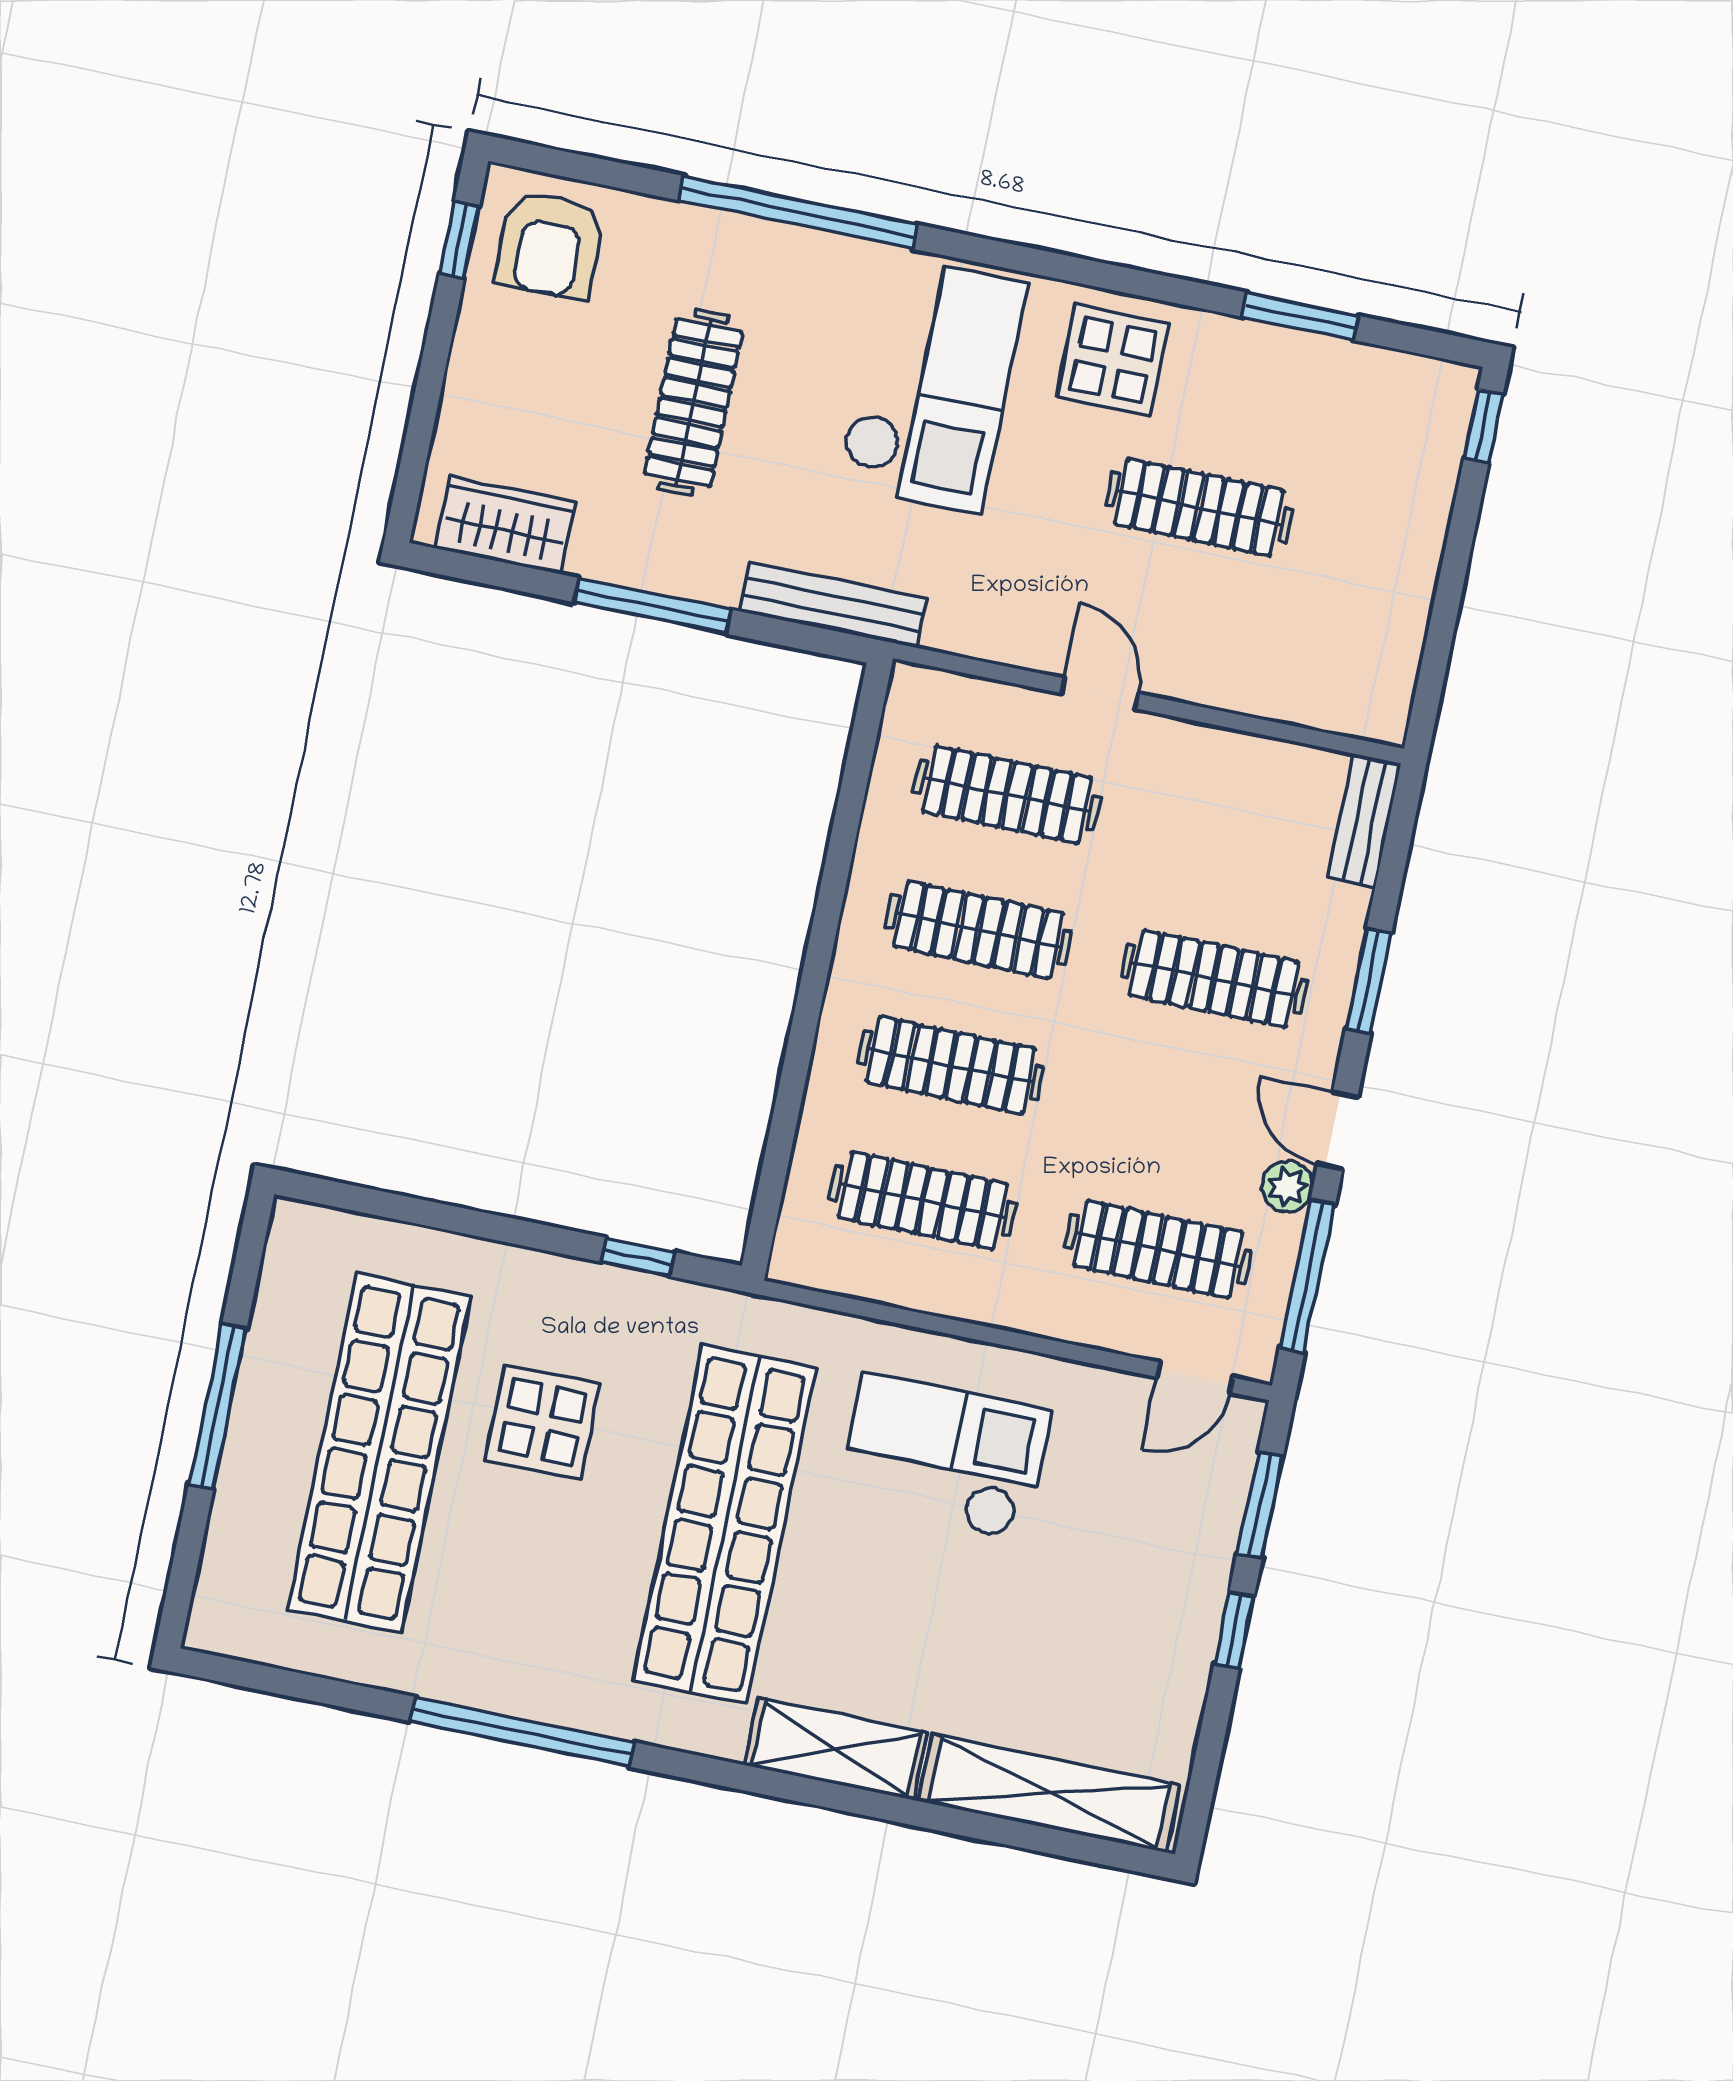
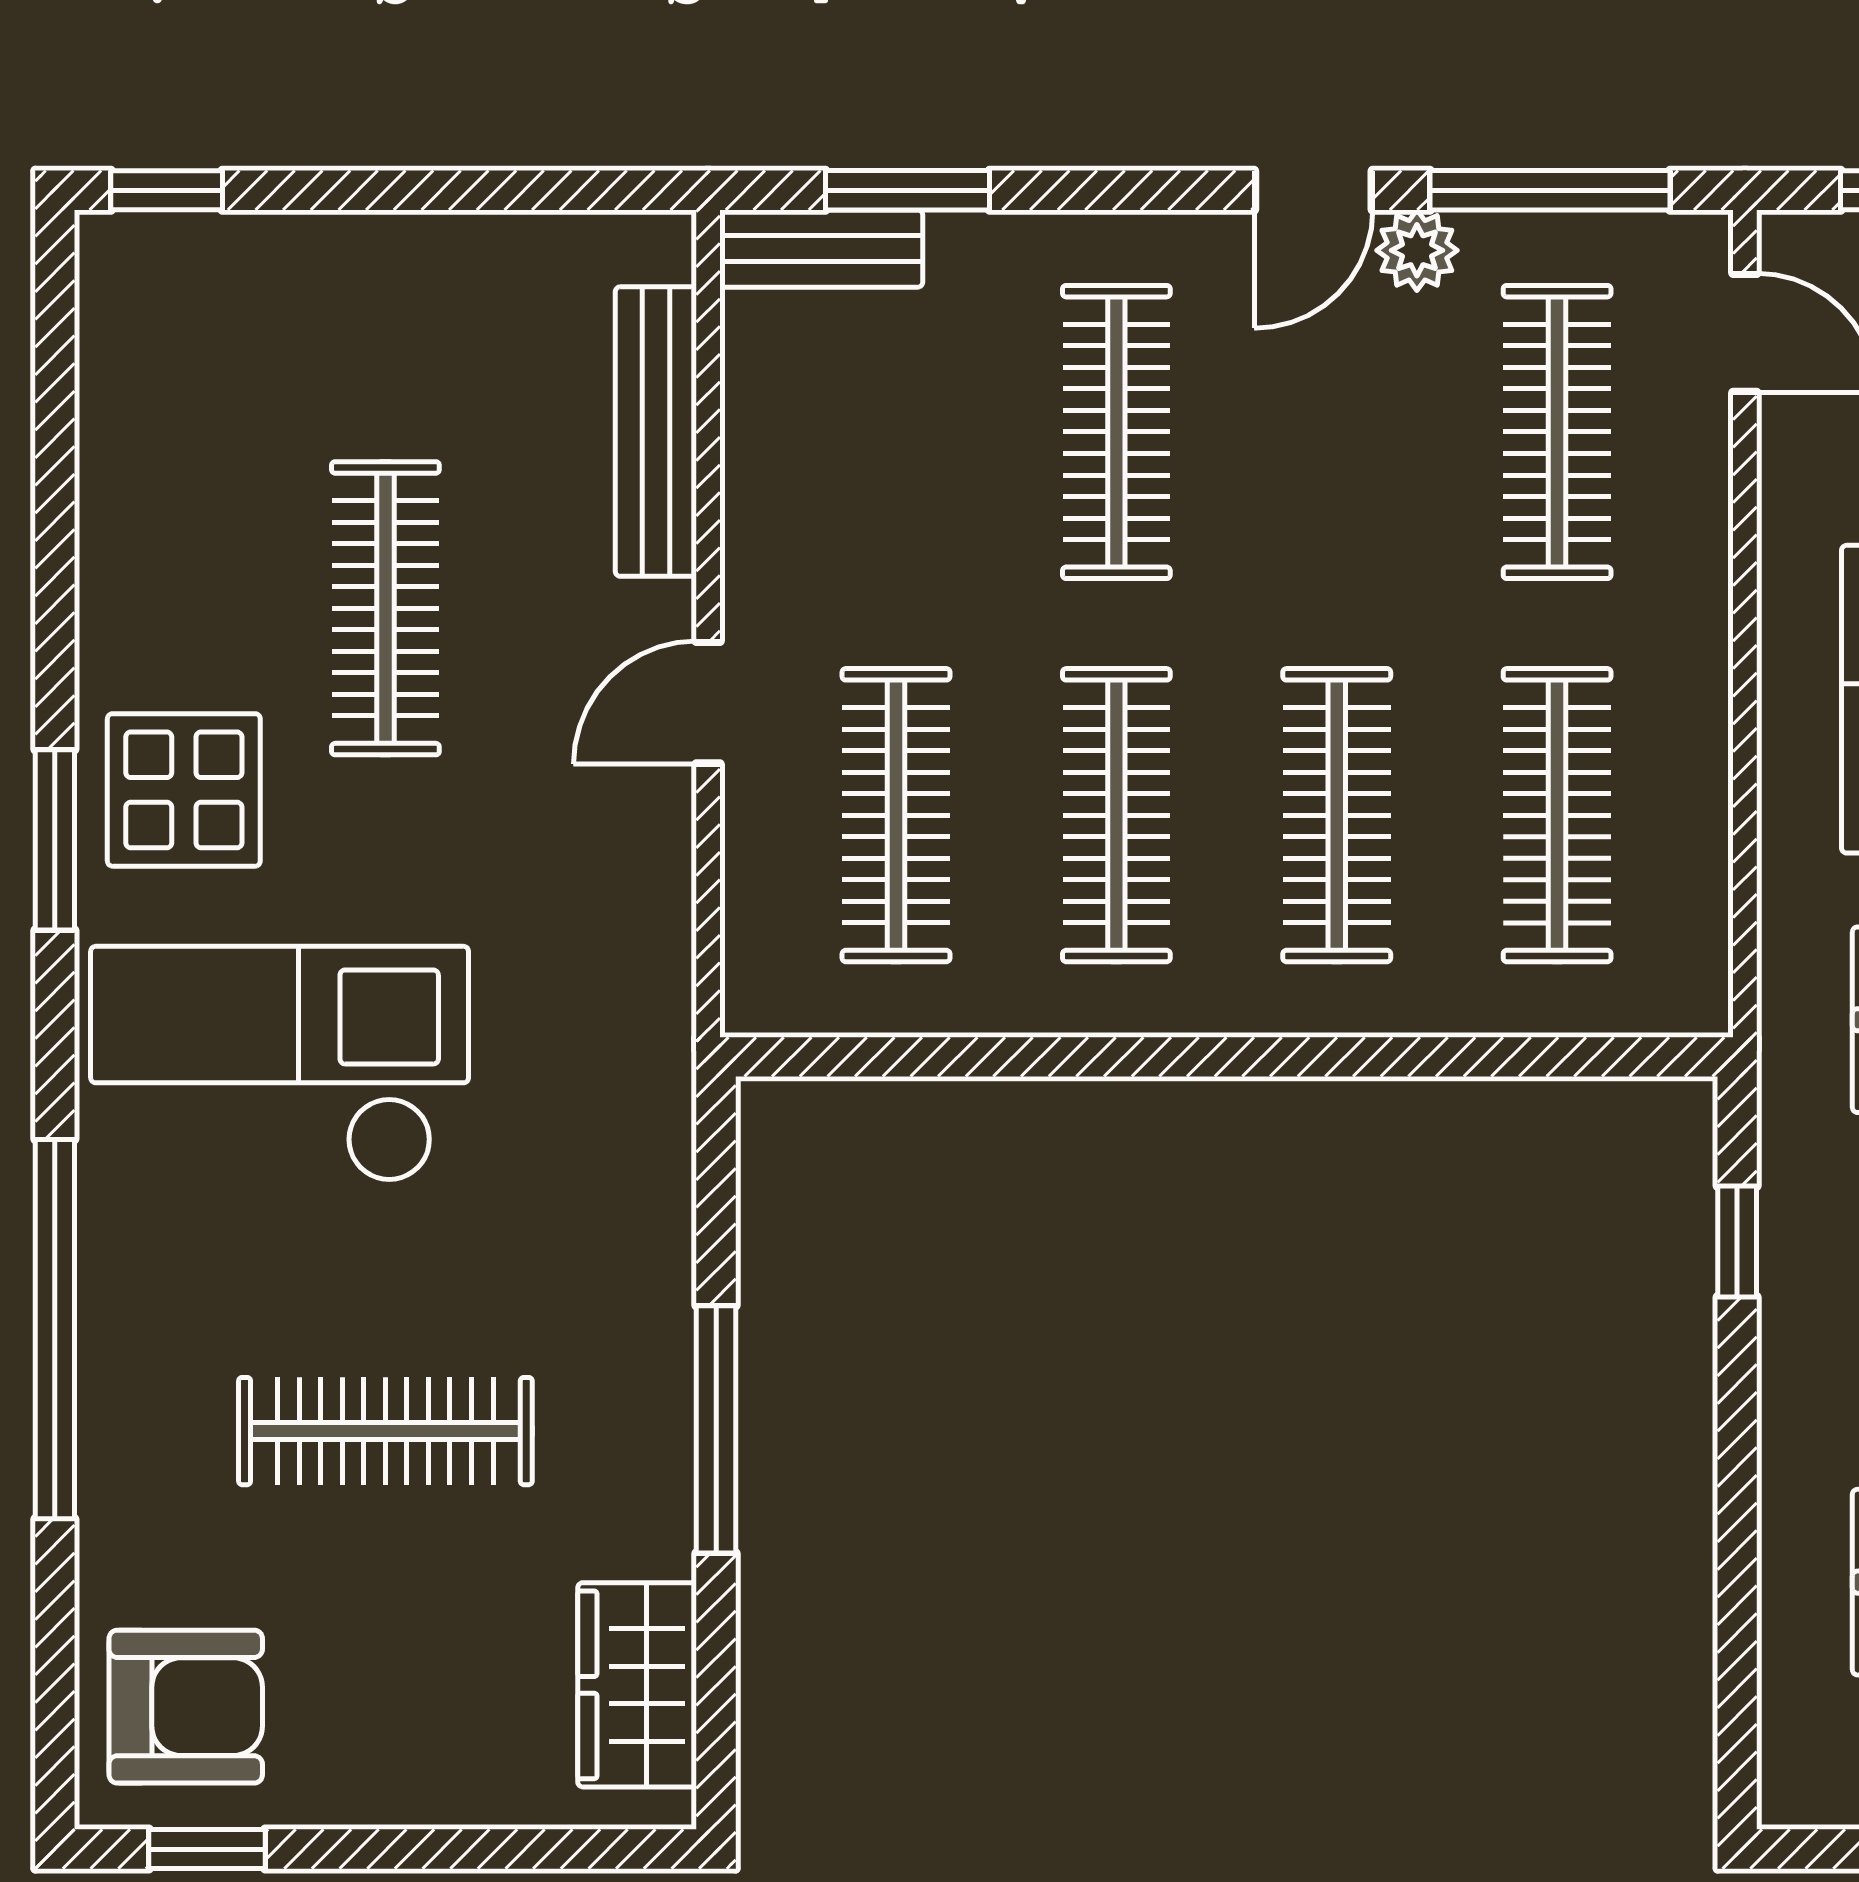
window: (1300, 316) -> (55, 840), moved
bench: (833, 605) -> (656, 432), moved
window: (1369, 981) -> (908, 190), moved

